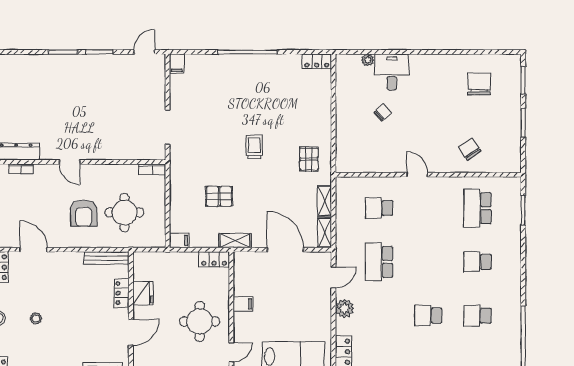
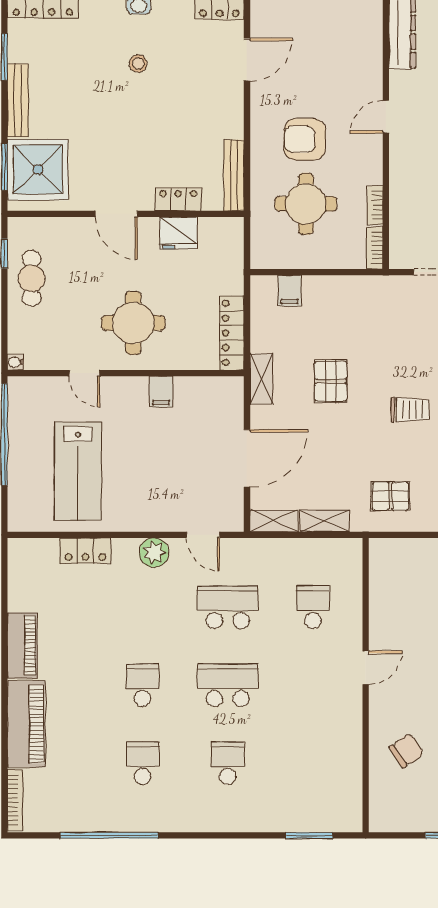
bookcase: (21, 169) -> (375, 205), moved
pallet: (219, 196) -> (331, 381), moved
school desk: (477, 208) -> (228, 685), moved
filing cabinet: (179, 240) -> (290, 291), moved
locker: (214, 259) -> (232, 333), width x1.53

